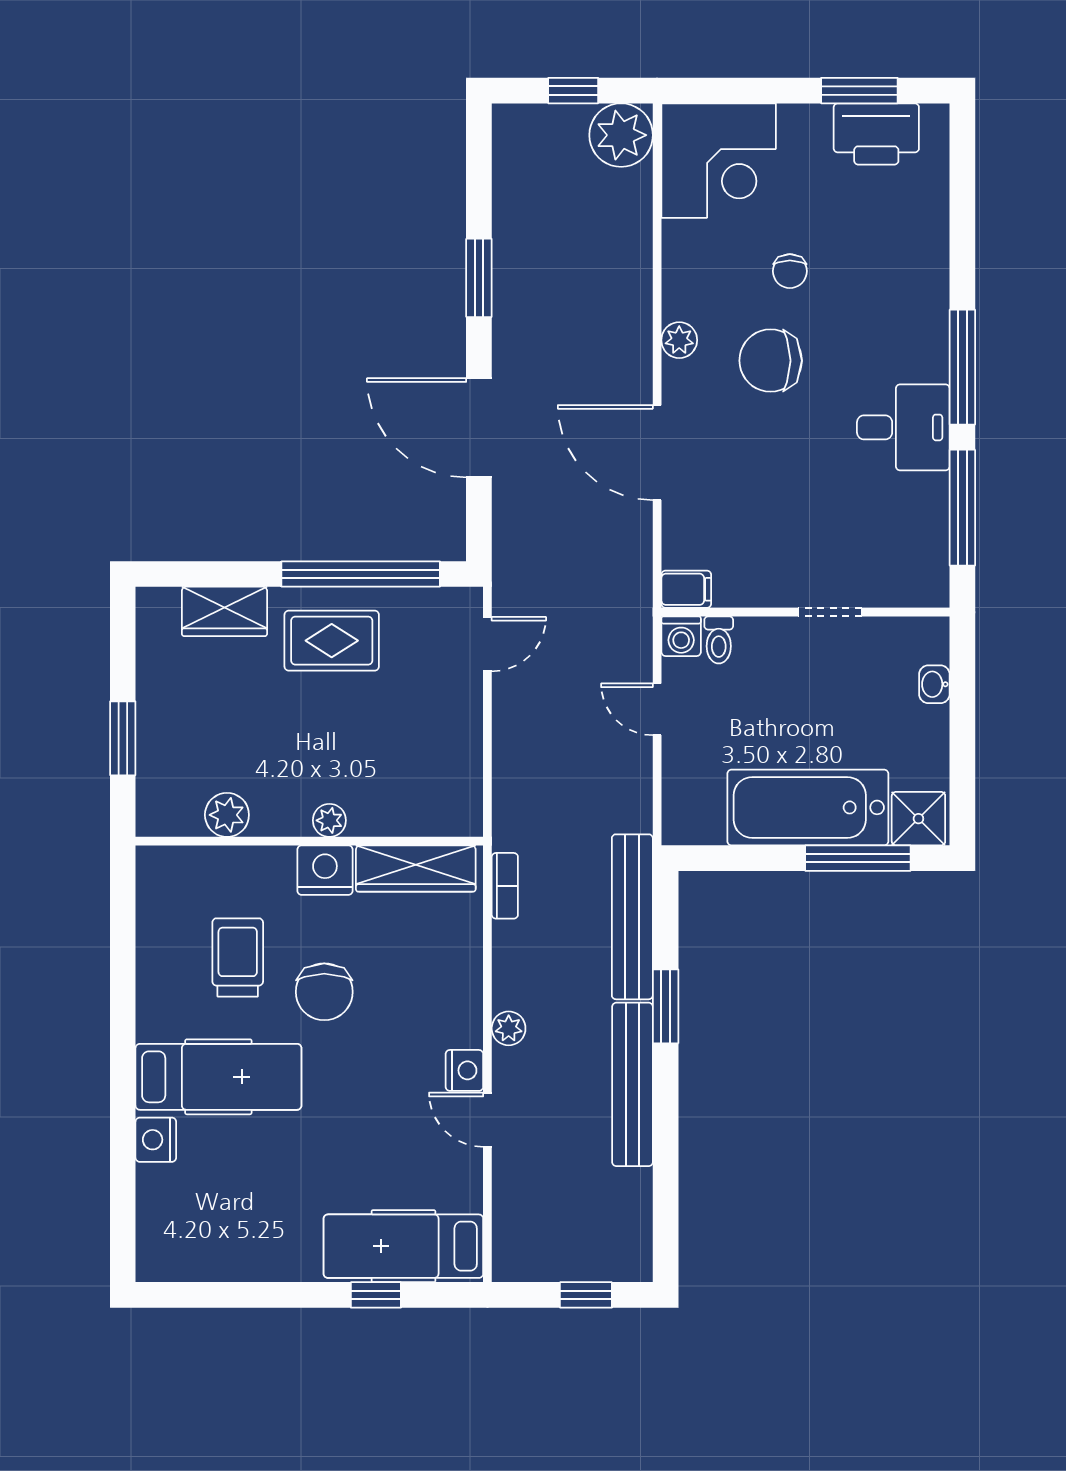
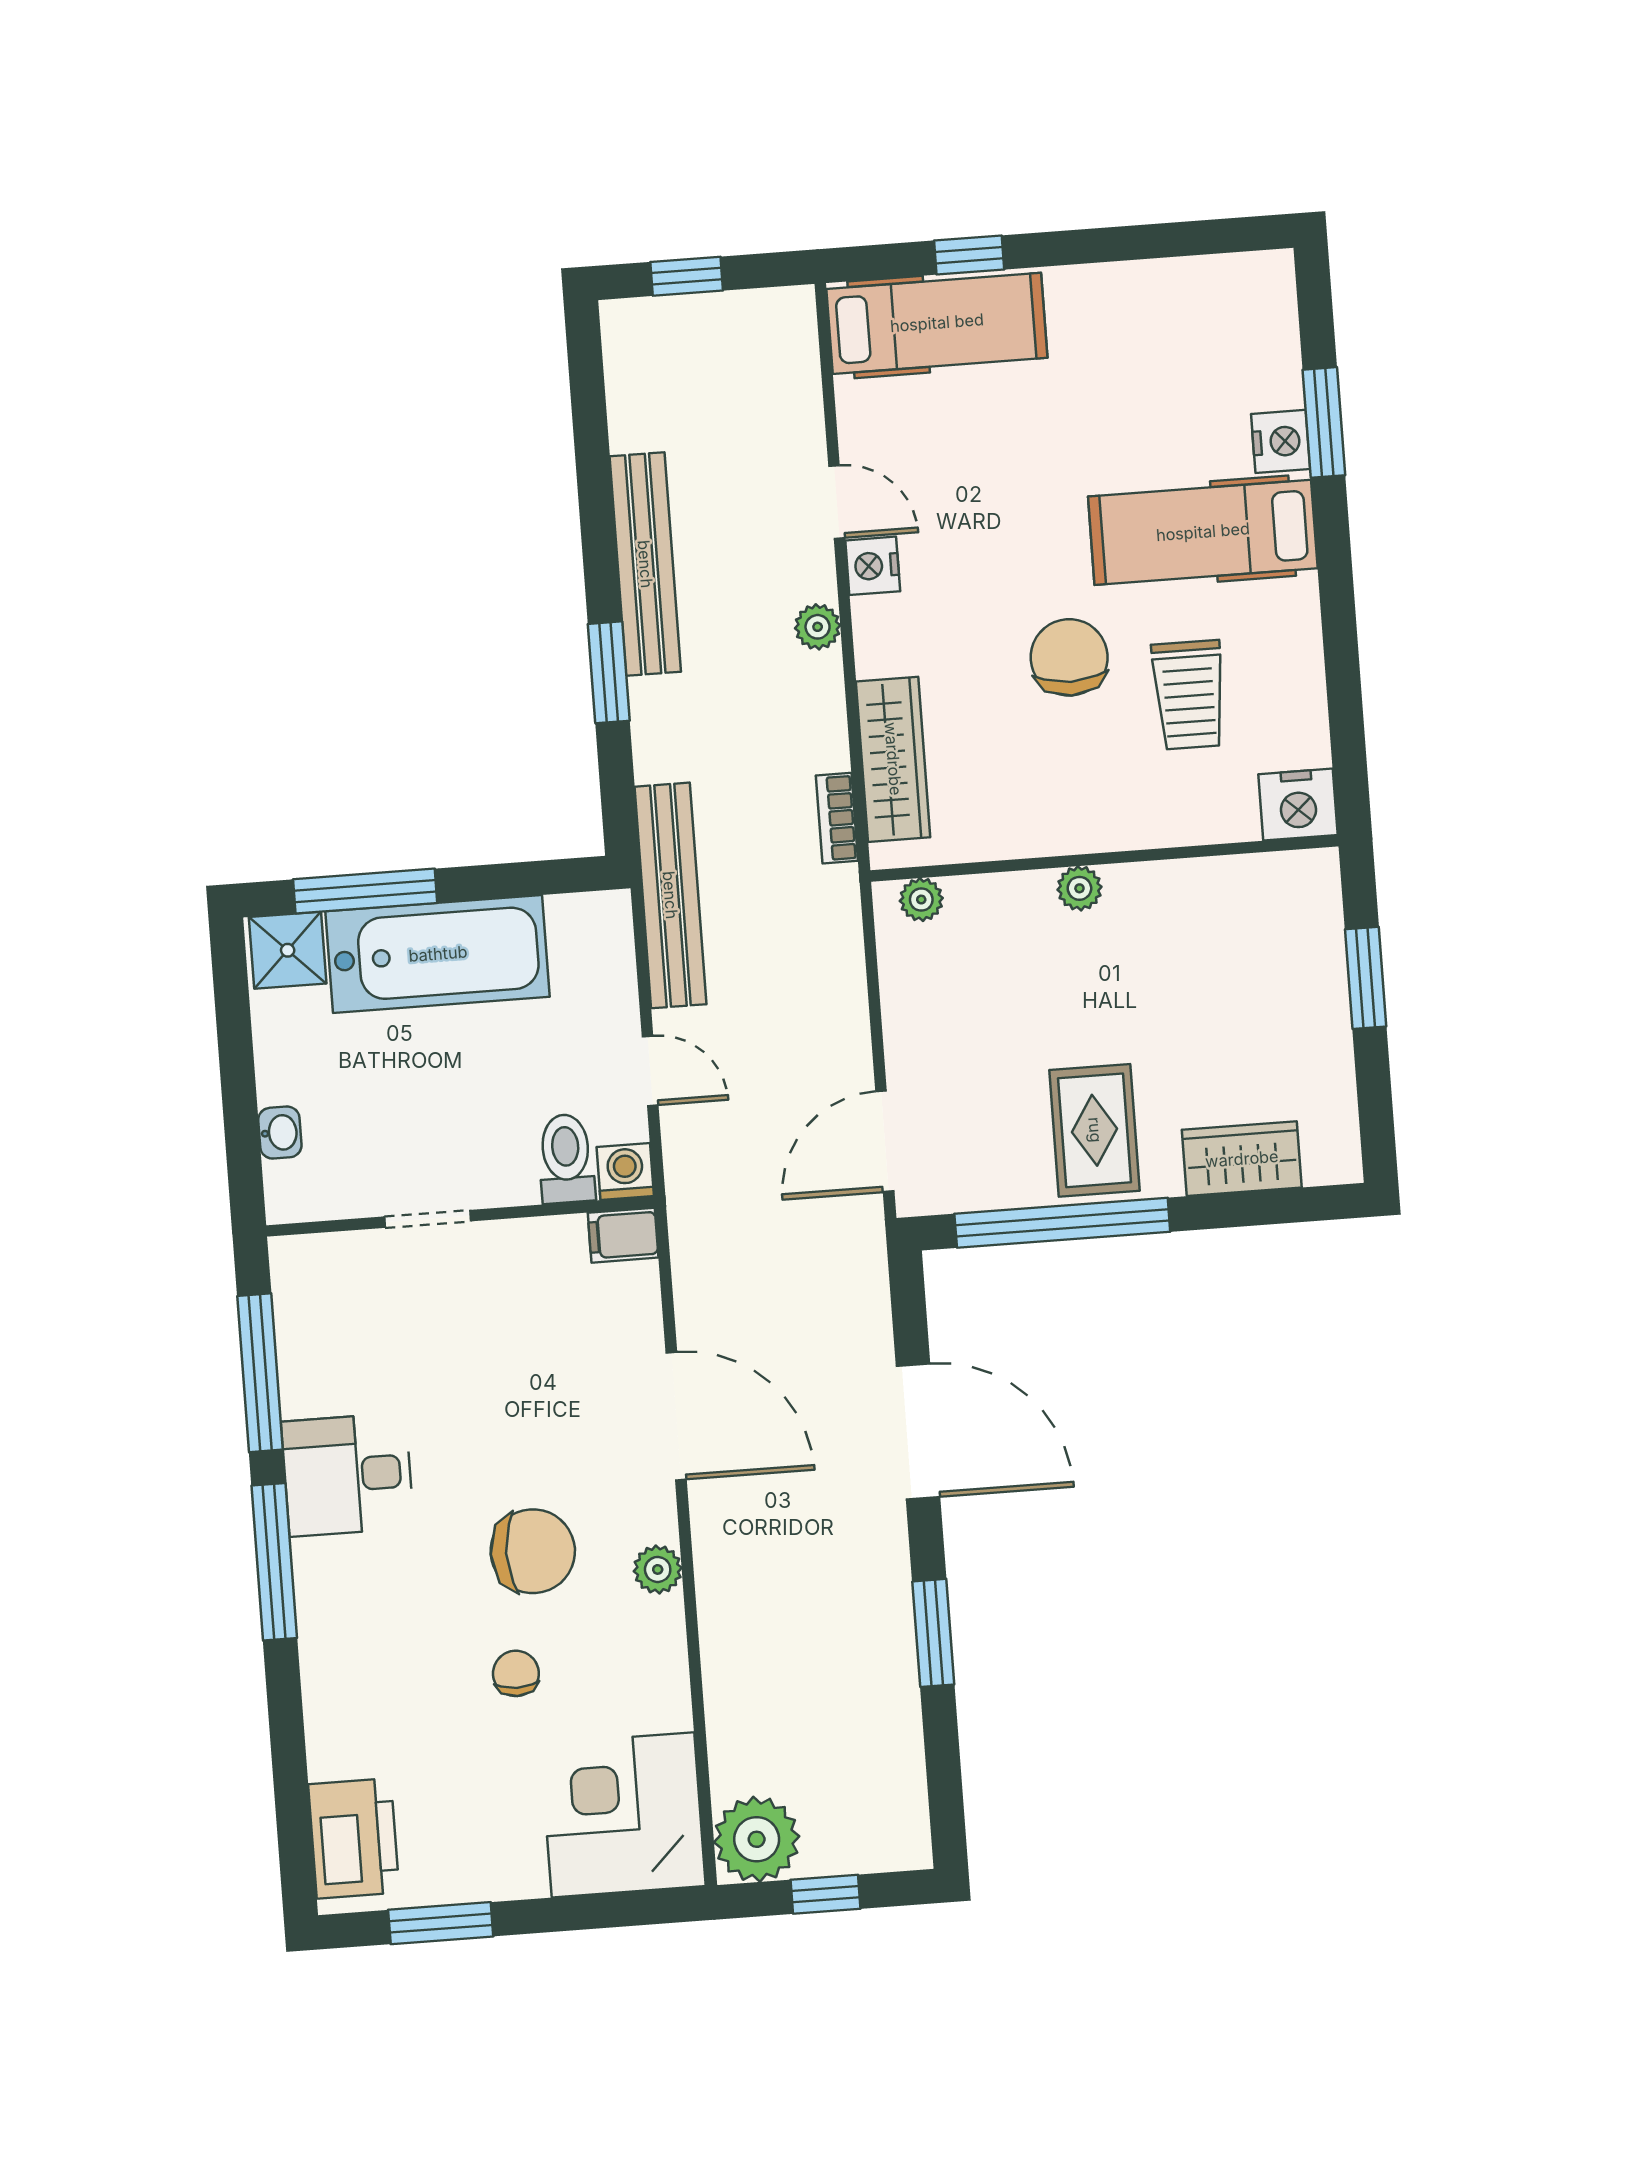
printer: (876, 134) -> (354, 1838), moved, turned 90
toilet: (719, 640) -> (566, 1159), width x1.37, depth x1.39
rug: (332, 641) -> (1095, 1130), turned 90
door: (487, 644) -> (885, 1141), width x1.38
plant: (227, 815) -> (921, 900), moved, width x0.73, depth x0.73
wardrobe: (416, 869) -> (893, 759), moved, turned 90
nightstand: (325, 870) -> (1298, 805), moved
bench: (632, 917) -> (670, 895), moved
window: (123, 1151) -> (1324, 422), added

